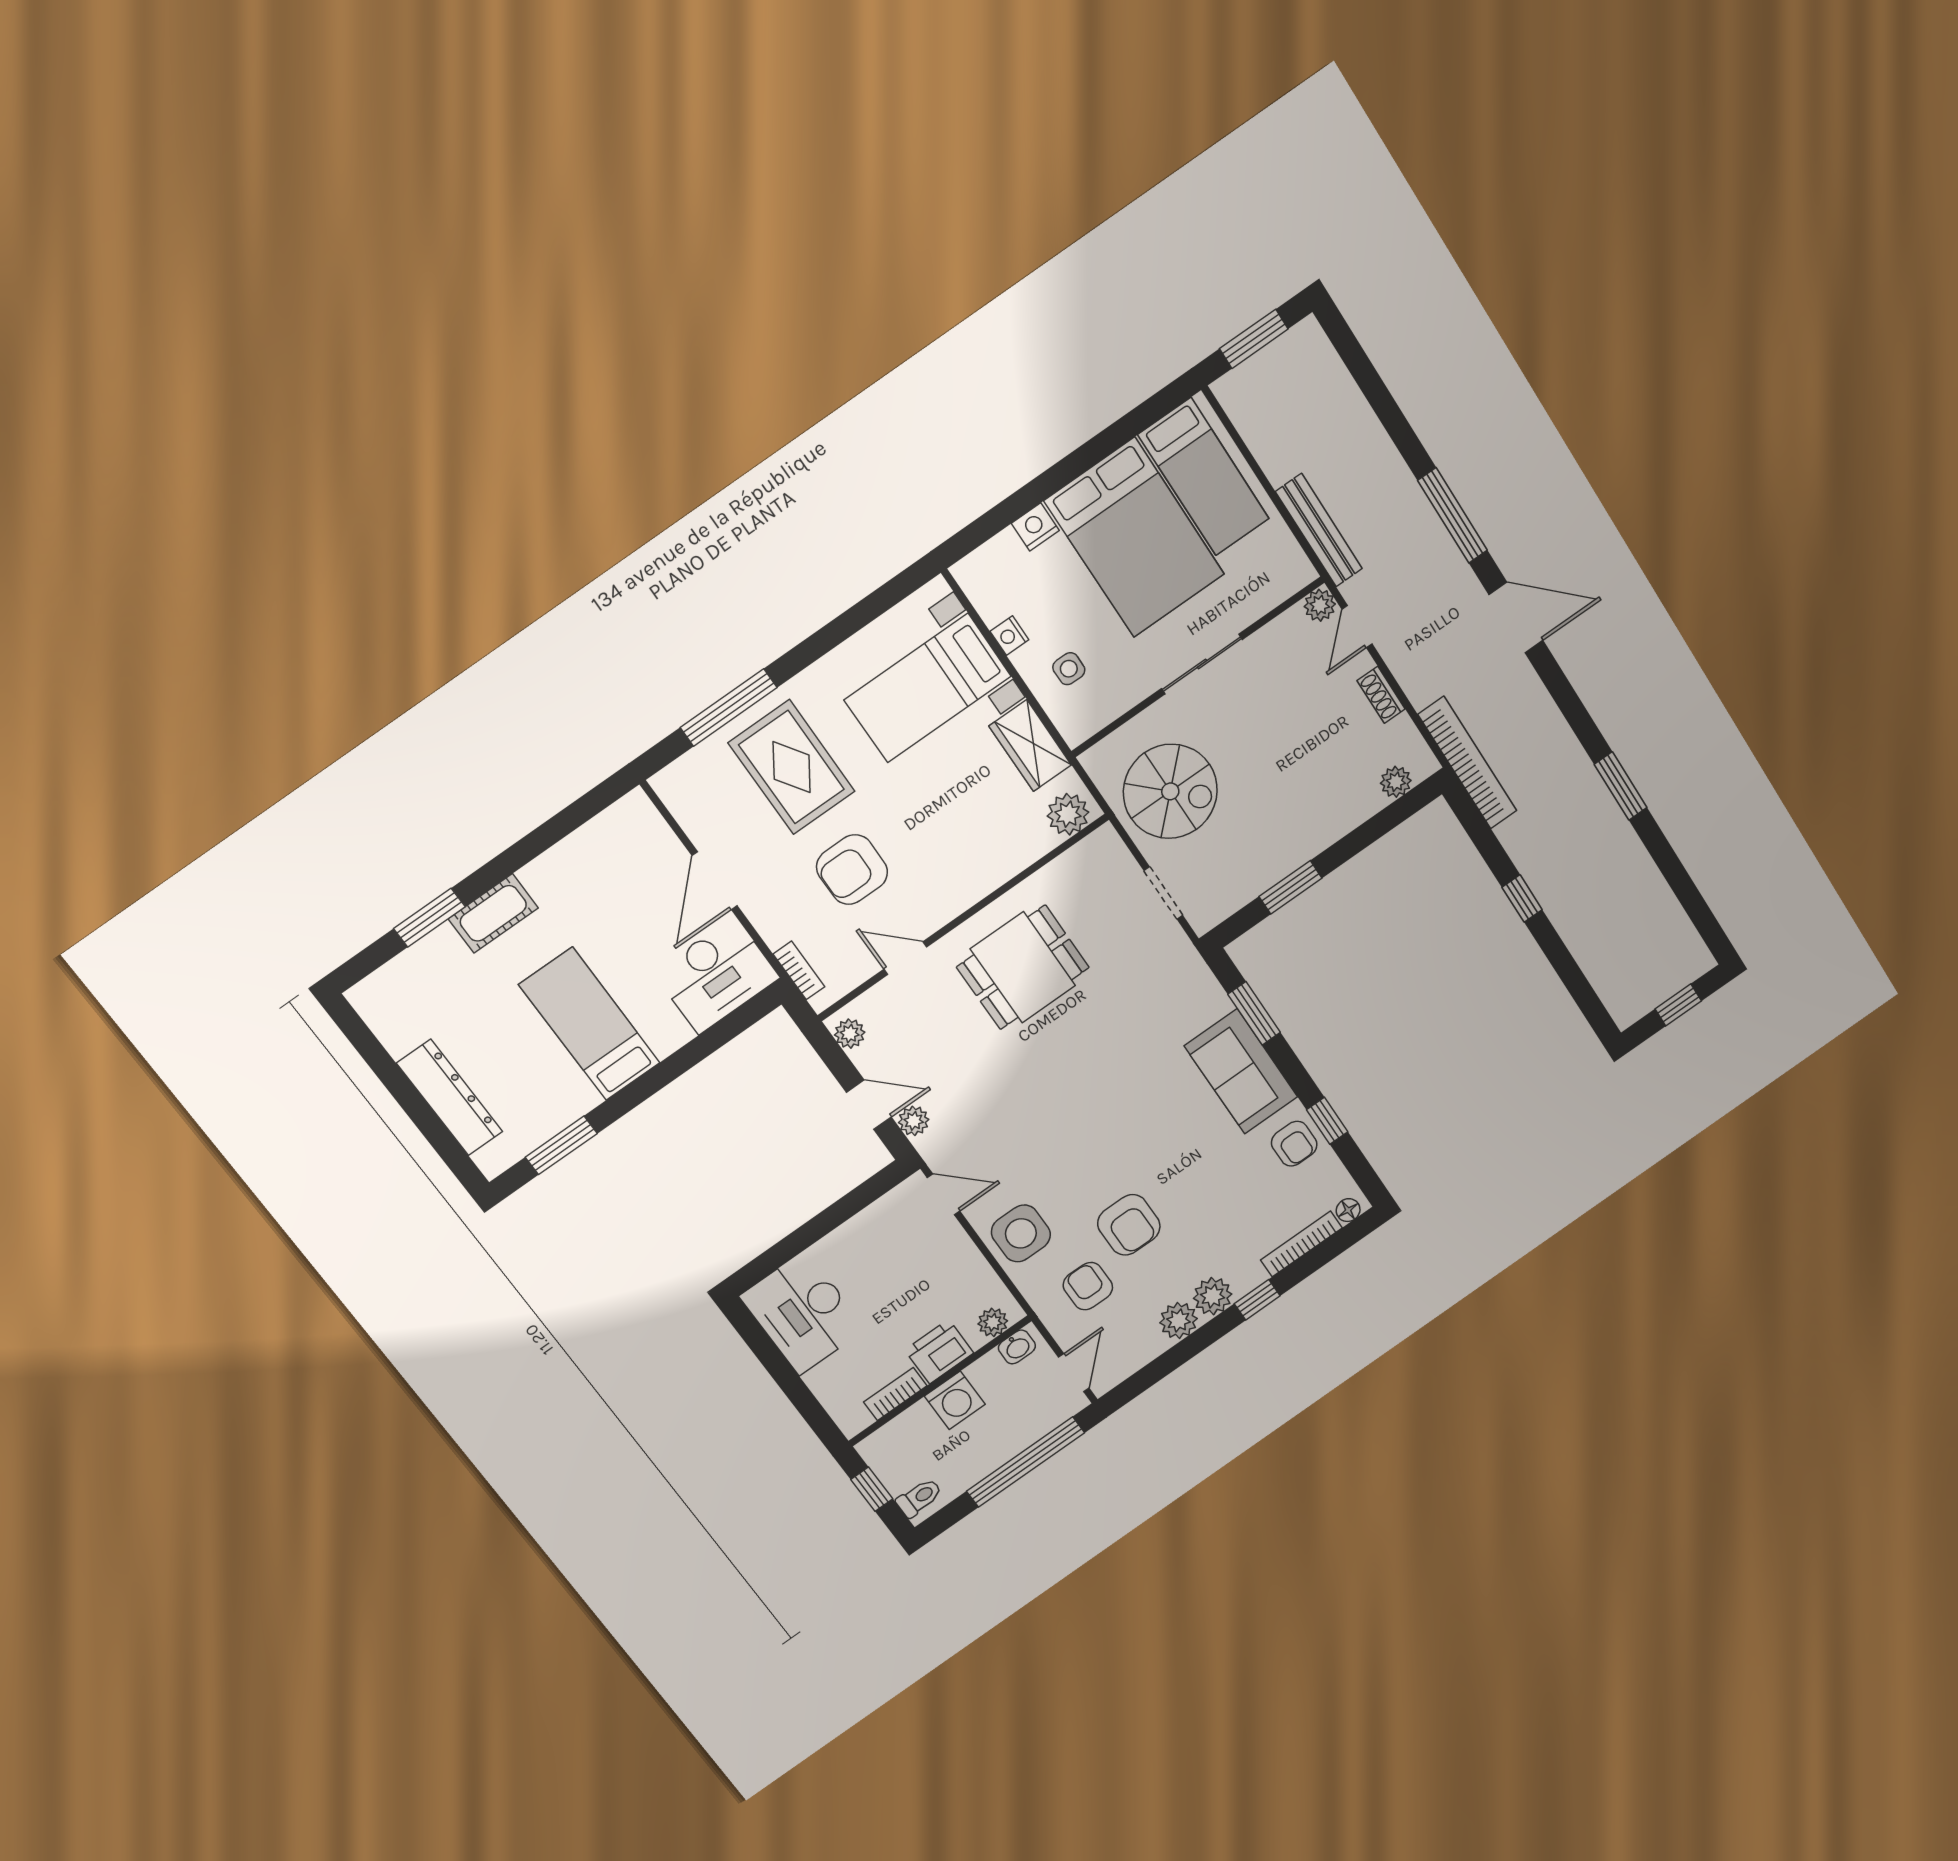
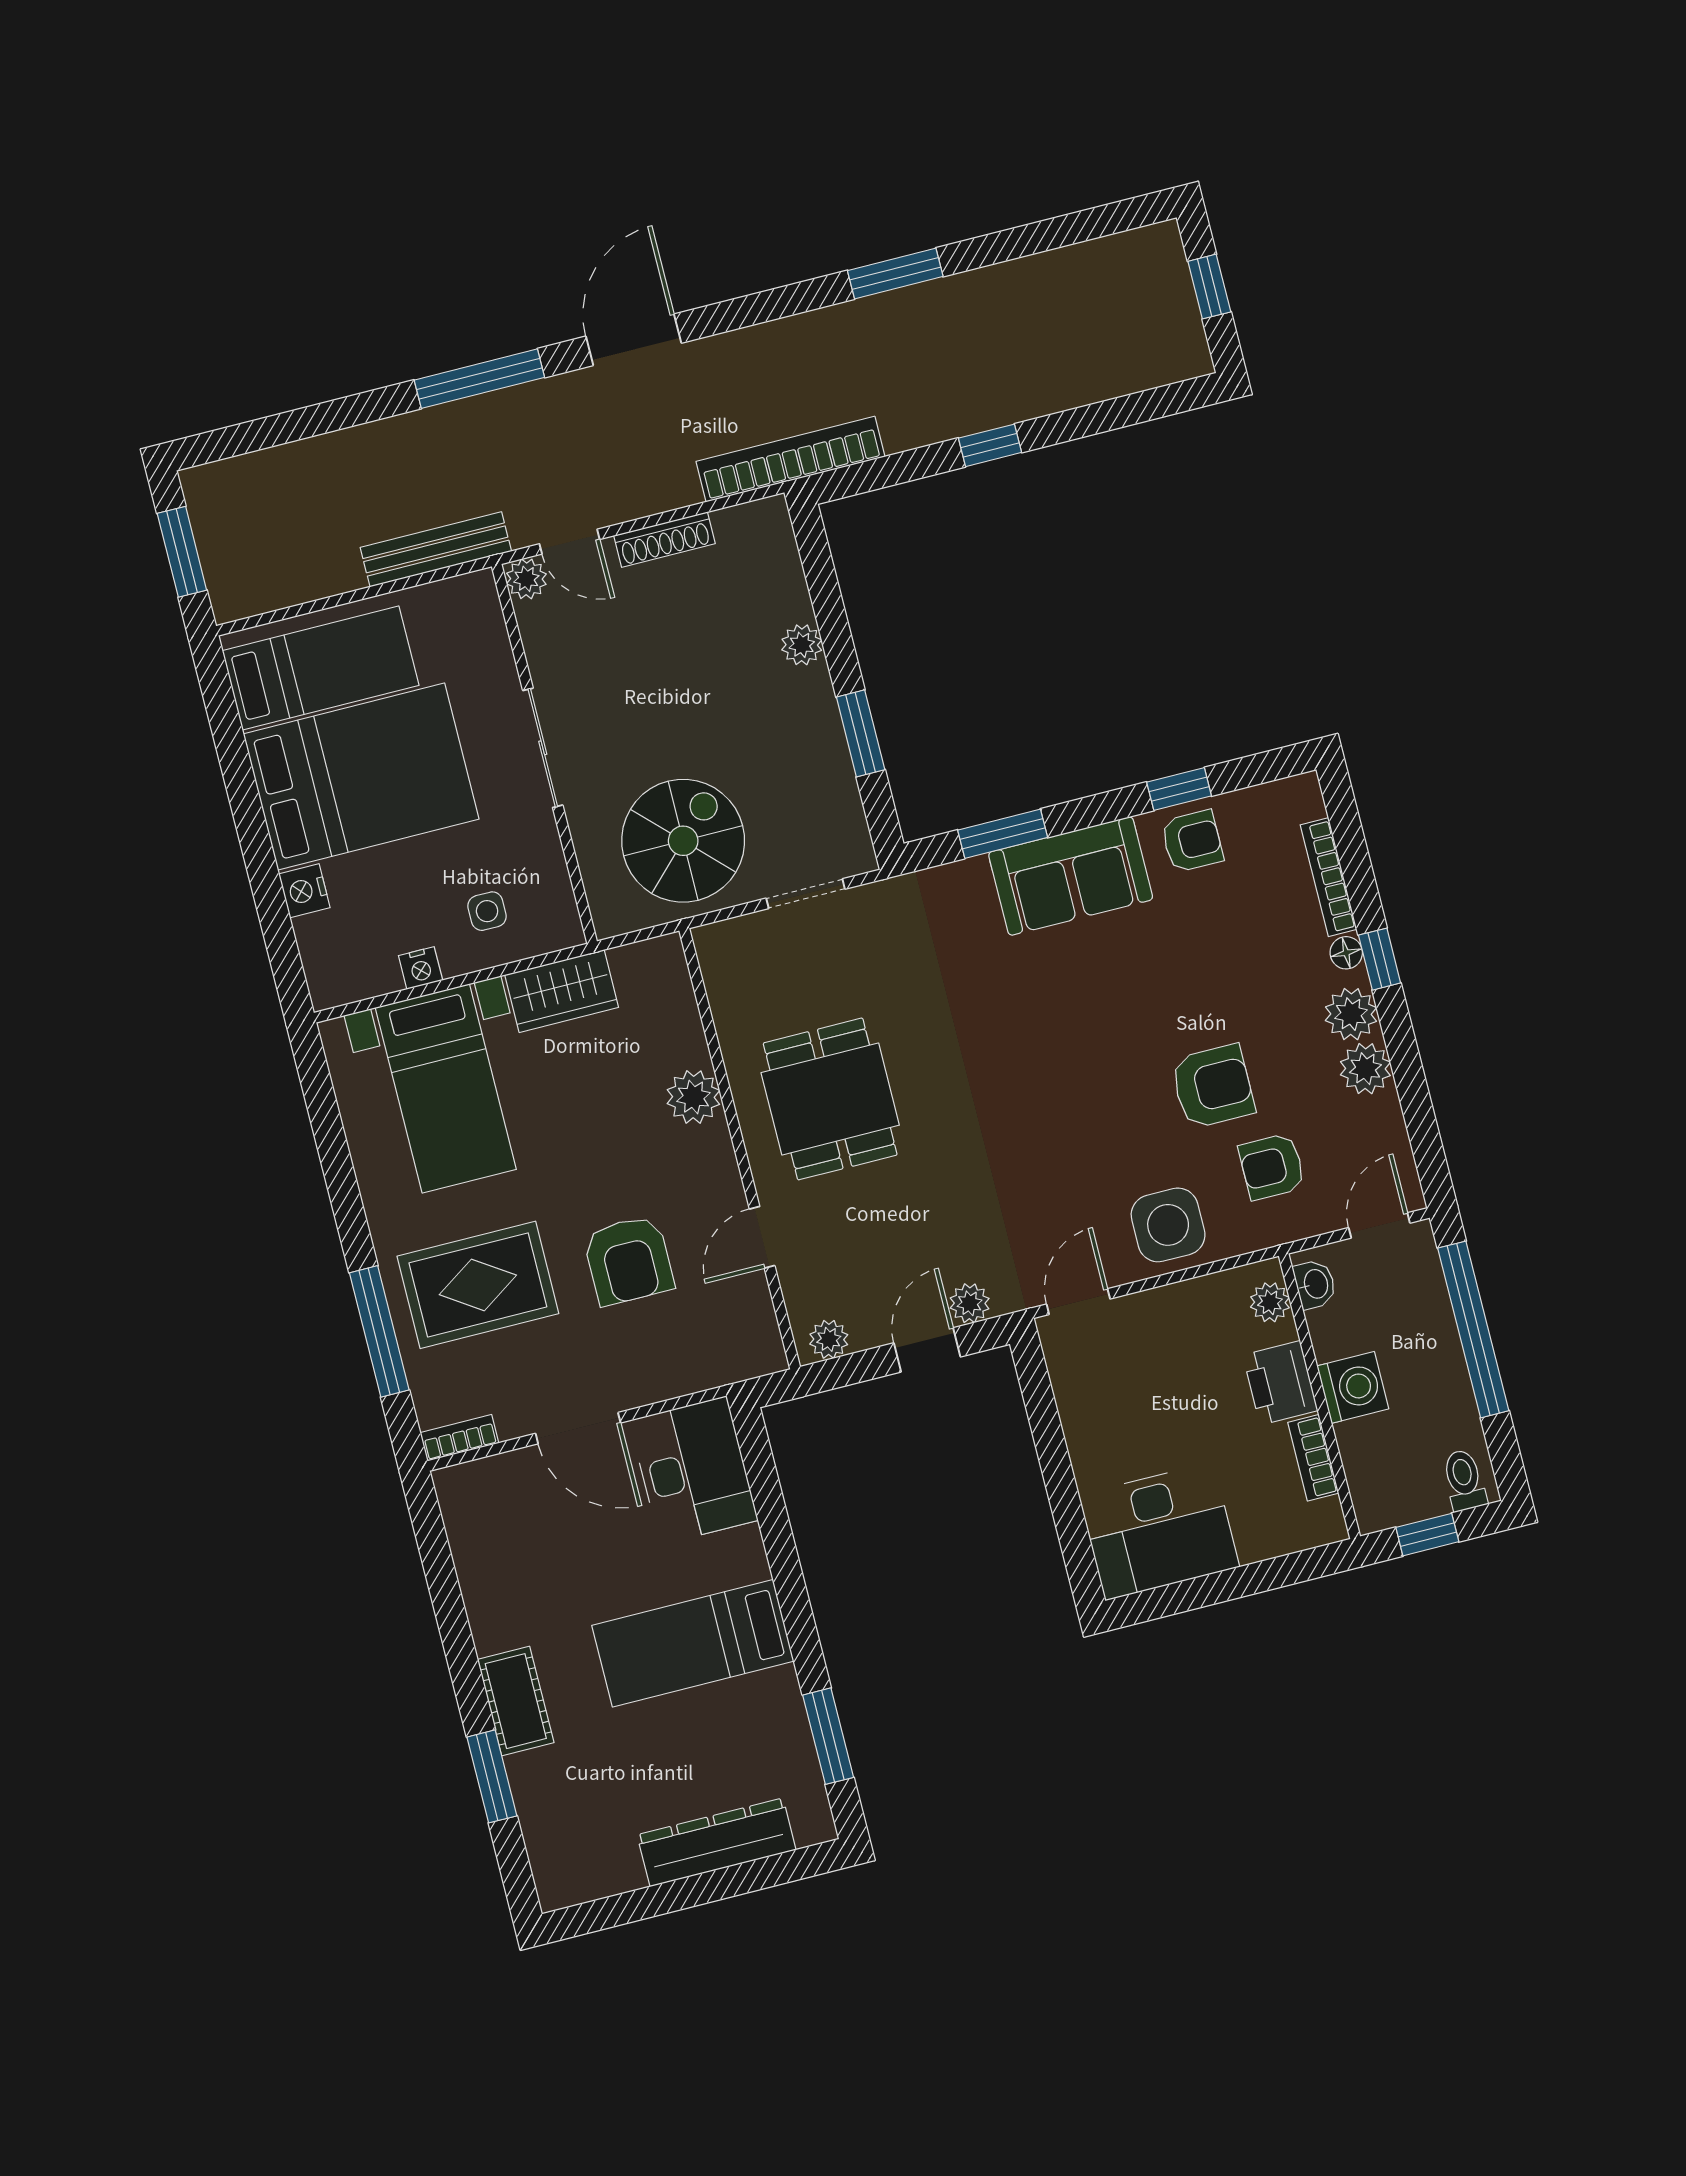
shoe rack: (1381, 695) -> (664, 540), width x1.43
plant: (1396, 782) -> (802, 645), moved
plant: (1068, 814) -> (693, 1097), moved
bookcase: (799, 970) -> (459, 1438), moved
floor lamp: (1348, 1210) -> (1346, 953), moved
door: (1074, 1373) -> (1379, 1225), hinge flipped

